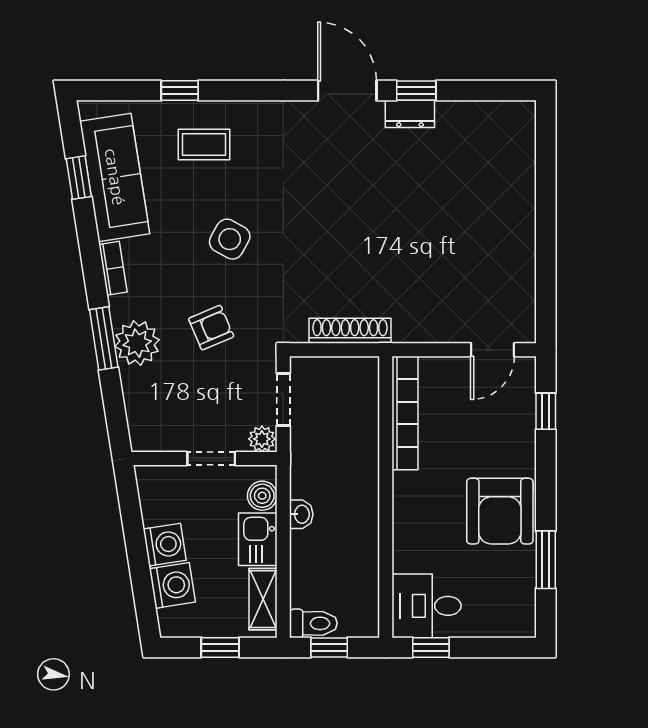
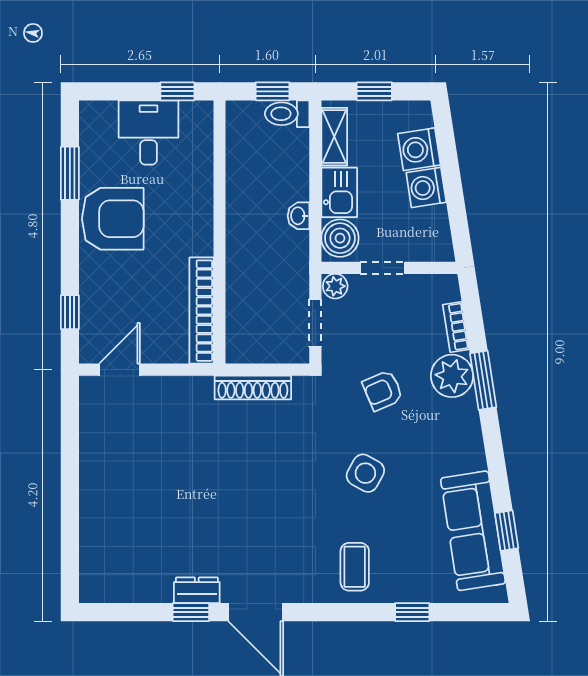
coffee table: (204, 145) -> (355, 567), moved, turned 90
bookcase: (113, 268) -> (456, 327), moved
boiler: (262, 496) -> (340, 238), width x1.36, depth x1.36
armchair: (500, 511) -> (113, 219), turned 90
desk: (427, 606) -> (149, 132), moved, turned -90

